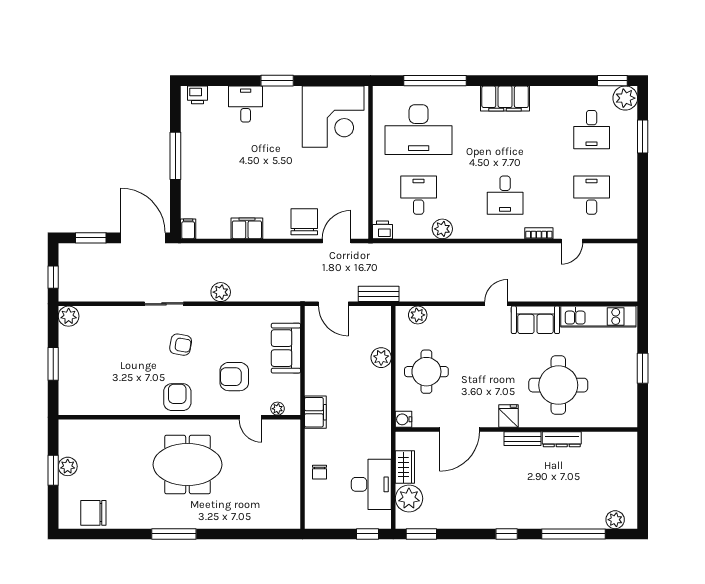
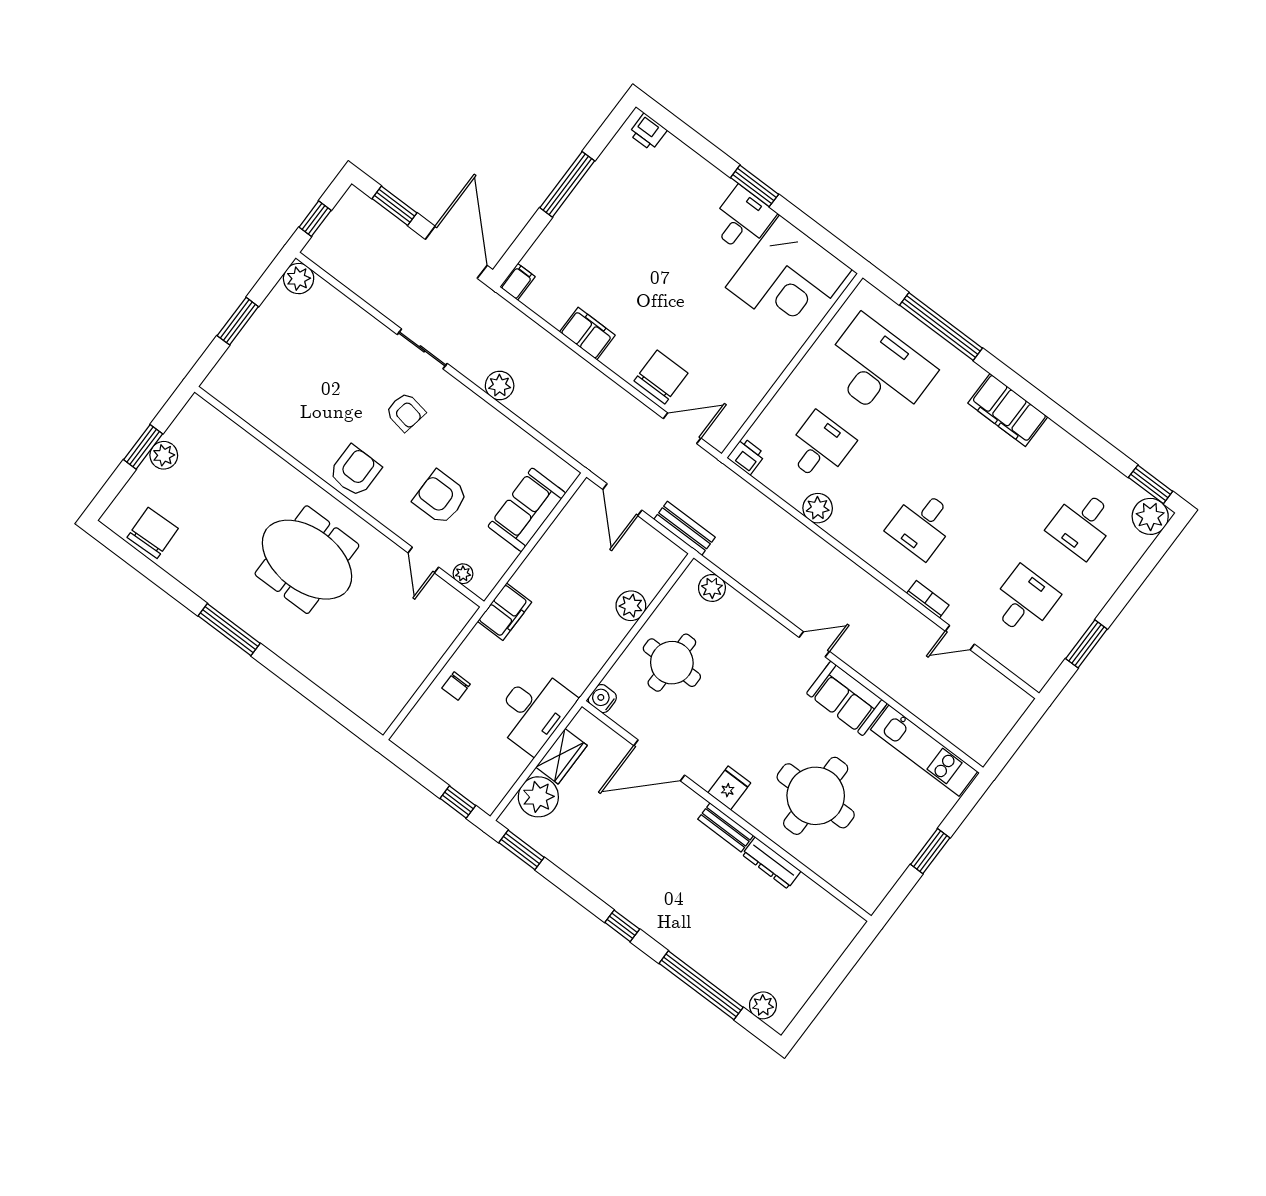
desk: (246, 104) -> (742, 220), moved
desk: (419, 130) -> (878, 370), turned 180
window: (643, 137) -> (1086, 644), moved
desk: (371, 484) -> (534, 711), moved
chair: (93, 513) -> (153, 533), turned 88

